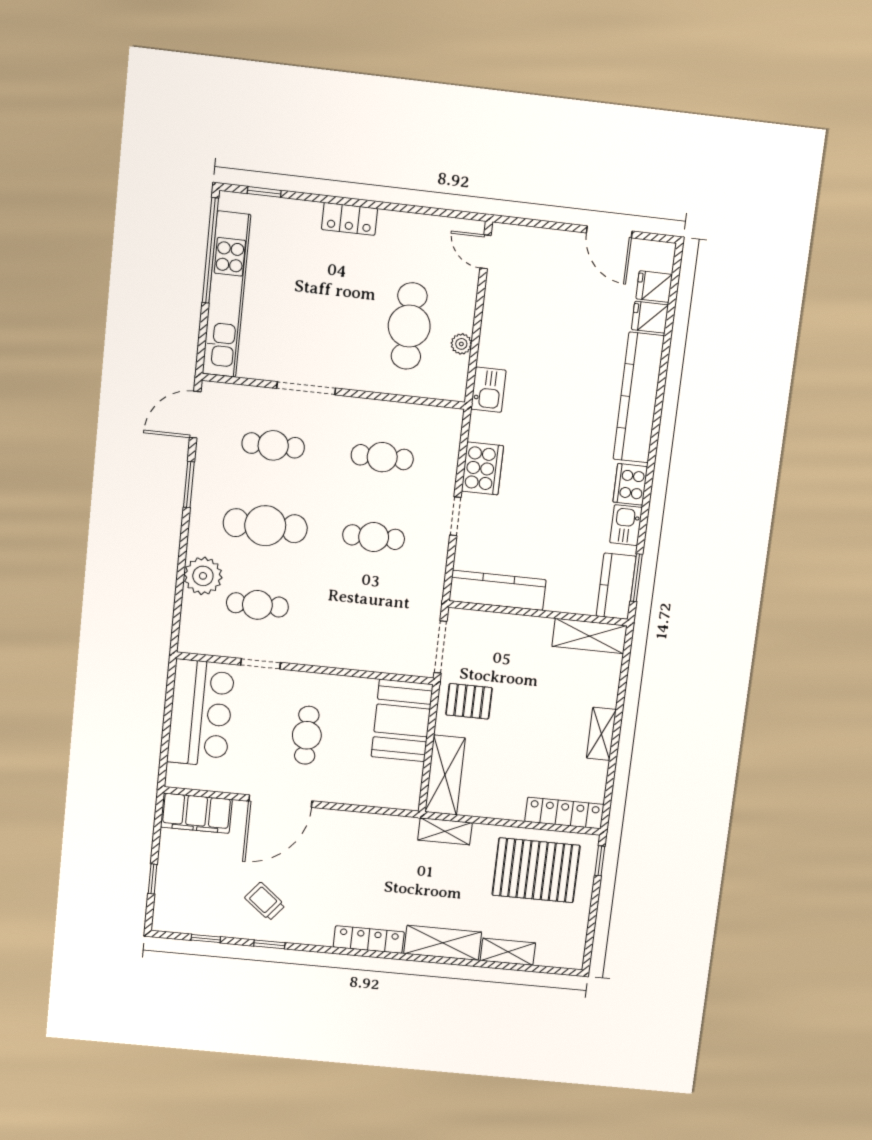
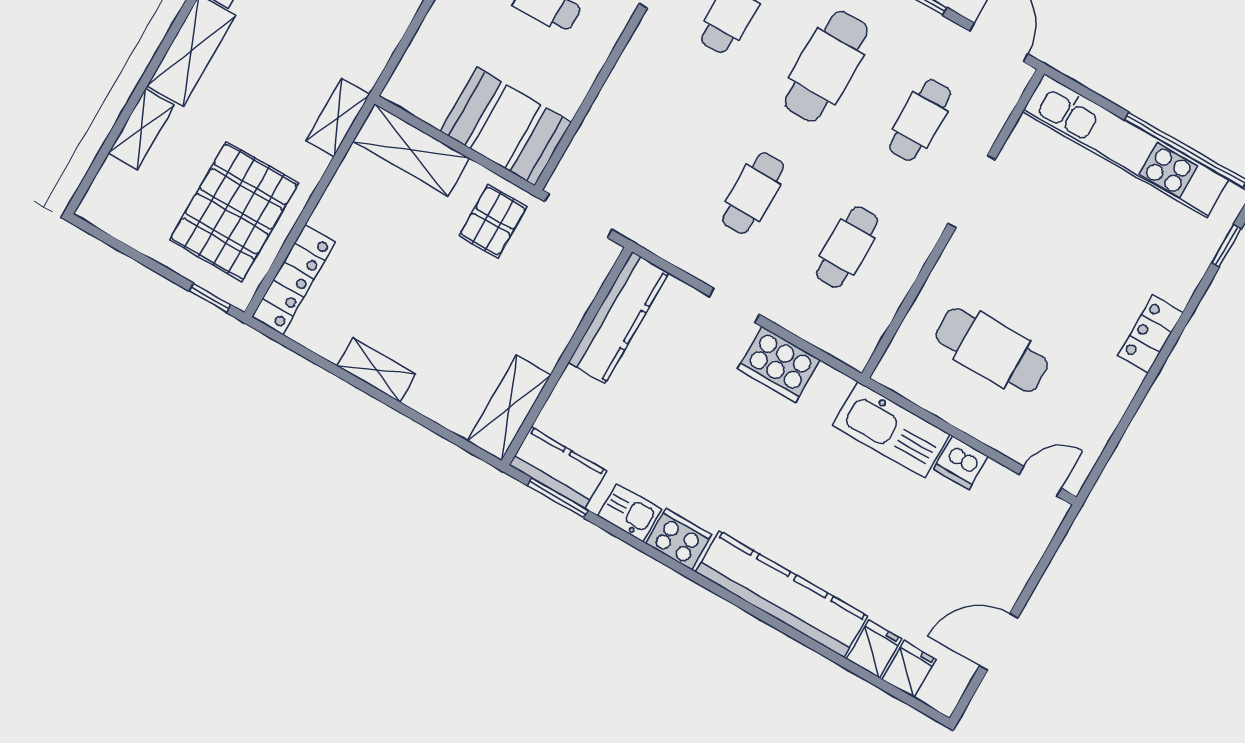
dishwasher: (496, 313) -> (961, 463), added
plant: (461, 344) -> (942, 404), removed
kitchen sink: (488, 390) -> (891, 430), width x1.88, depth x1.24

